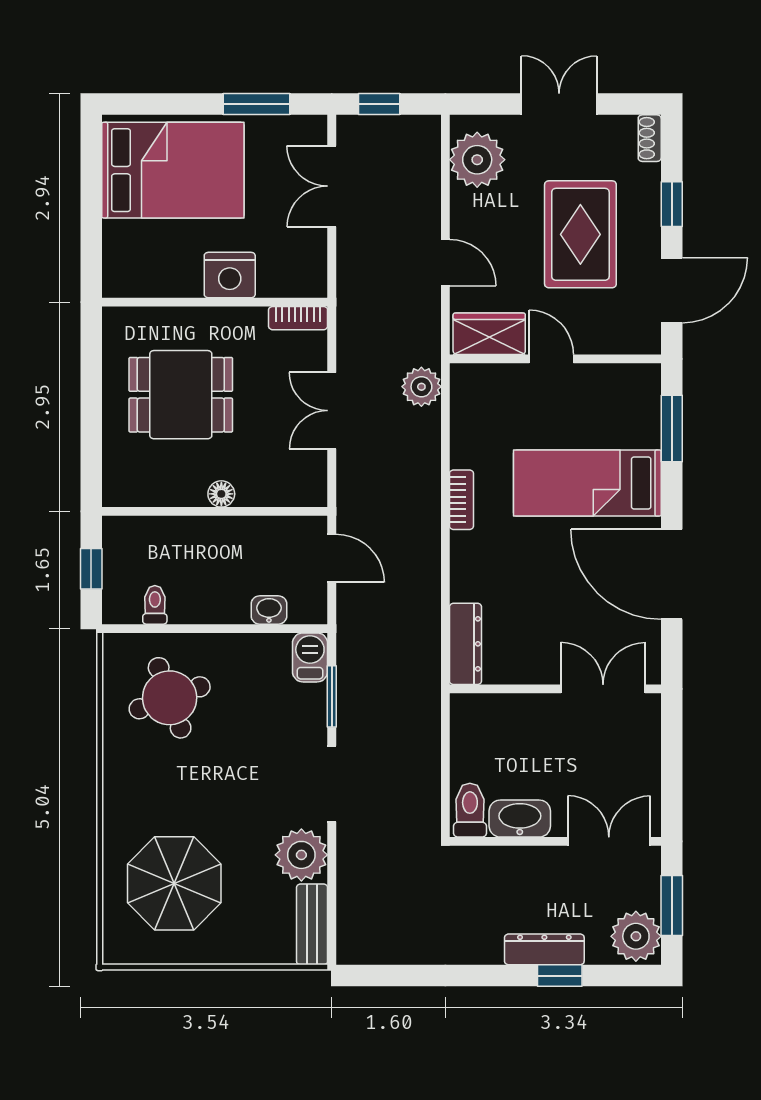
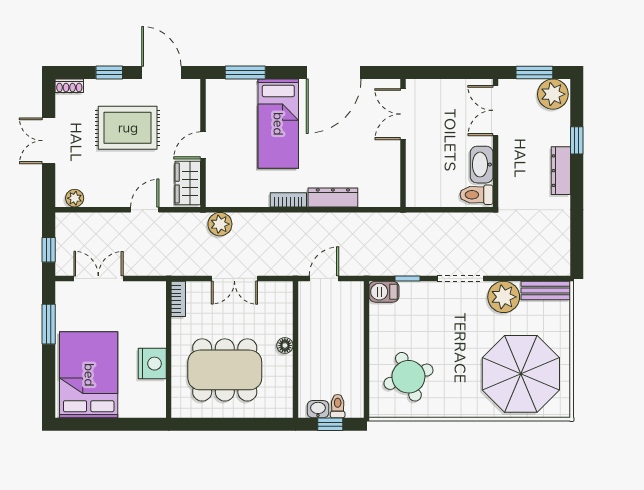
plant: (477, 160) -> (75, 198), width x0.53, depth x0.53
double door: (332, 186) -> (98, 278), swing flipped
nightstand: (230, 275) -> (152, 364), moved
dining table: (181, 395) -> (225, 370), width x1.38
toilet: (155, 605) -> (338, 406), moved, turned 90
washbasin: (269, 610) -> (318, 409), moved, turned 90
dresser: (465, 644) -> (333, 197), moved
window: (332, 696) -> (408, 278), width x0.67
parasol: (174, 883) -> (521, 374), width x1.36, depth x1.36
dresser: (544, 949) -> (561, 171), moved

